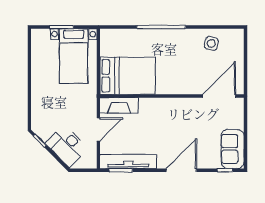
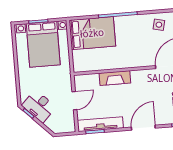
bed with nightstands: (74, 56) -> (43, 44), width x1.36
bed: (128, 76) -> (92, 33), moved
fireplace: (119, 105) -> (115, 78), moved
desk: (67, 146) -> (39, 106), moved

